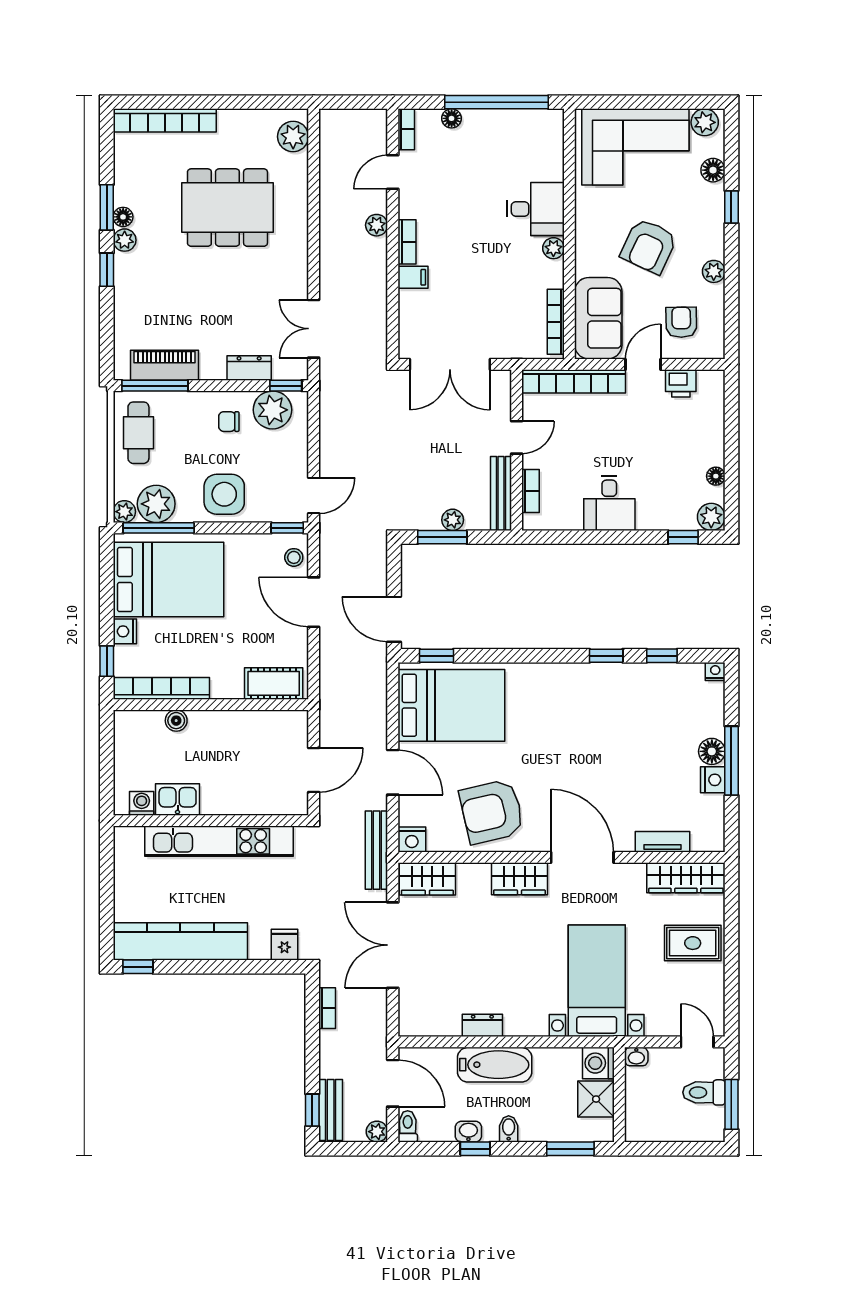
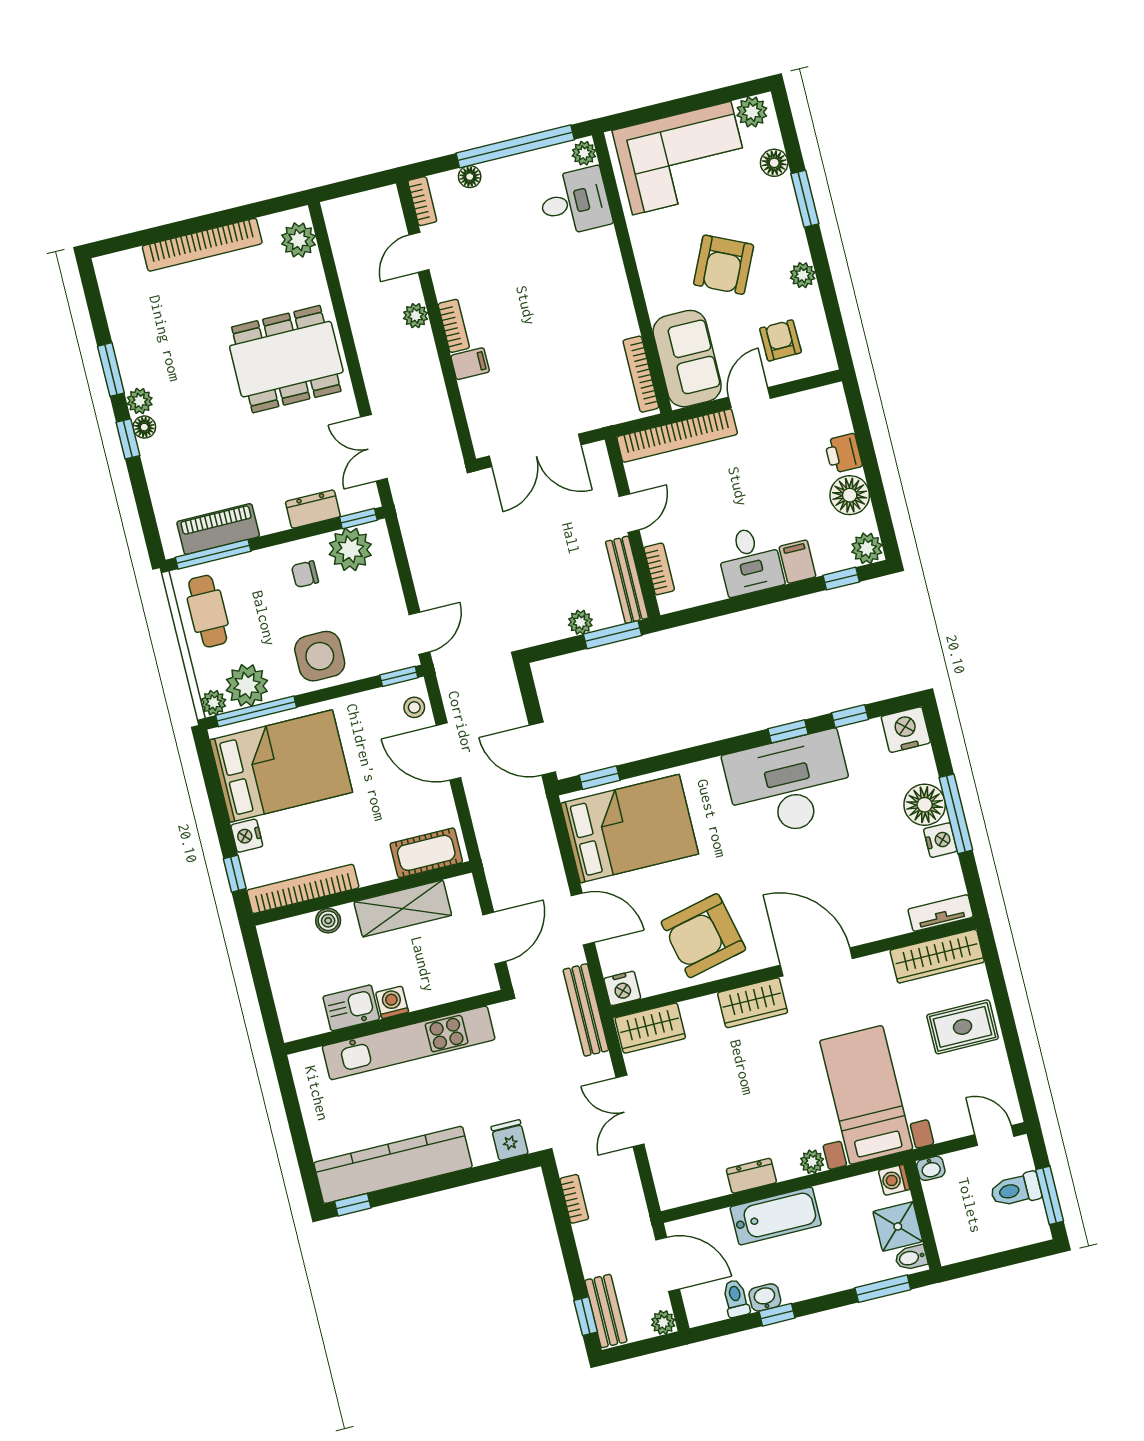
bookcase: (165, 120) -> (202, 245), moved
window: (731, 207) -> (805, 199), width x1.50
dining table: (227, 208) -> (286, 359), moved
desk: (535, 209) -> (575, 202), moved
floor lamp: (123, 217) -> (144, 427), moved
plant: (553, 248) -> (584, 153), moved
printer: (681, 383) -> (843, 453), moved, turned 90
floor lamp: (716, 476) -> (850, 495), width x1.89, depth x1.89
filing cabinet: (650, 514) -> (797, 562), added
window: (442, 537) -> (613, 635), moved
nightstand: (715, 672) -> (906, 730), width x1.89, depth x1.79
desk: (596, 701) -> (789, 785), added
shelving: (242, 726) -> (403, 909), added
floor lamp: (712, 751) -> (925, 805), width x1.38, depth x1.38
washing machine: (142, 803) -> (392, 1002), moved
tv unit: (663, 842) -> (941, 913), moved
double door: (393, 945) -> (630, 1111), width x0.73
plant: (537, 1026) -> (812, 1162), added
washing machine: (598, 1063) -> (894, 1180), width x0.73, depth x0.73
toilet: (408, 1126) -> (736, 1298), moved
bidet: (509, 1129) -> (911, 1258), moved, turned -90

